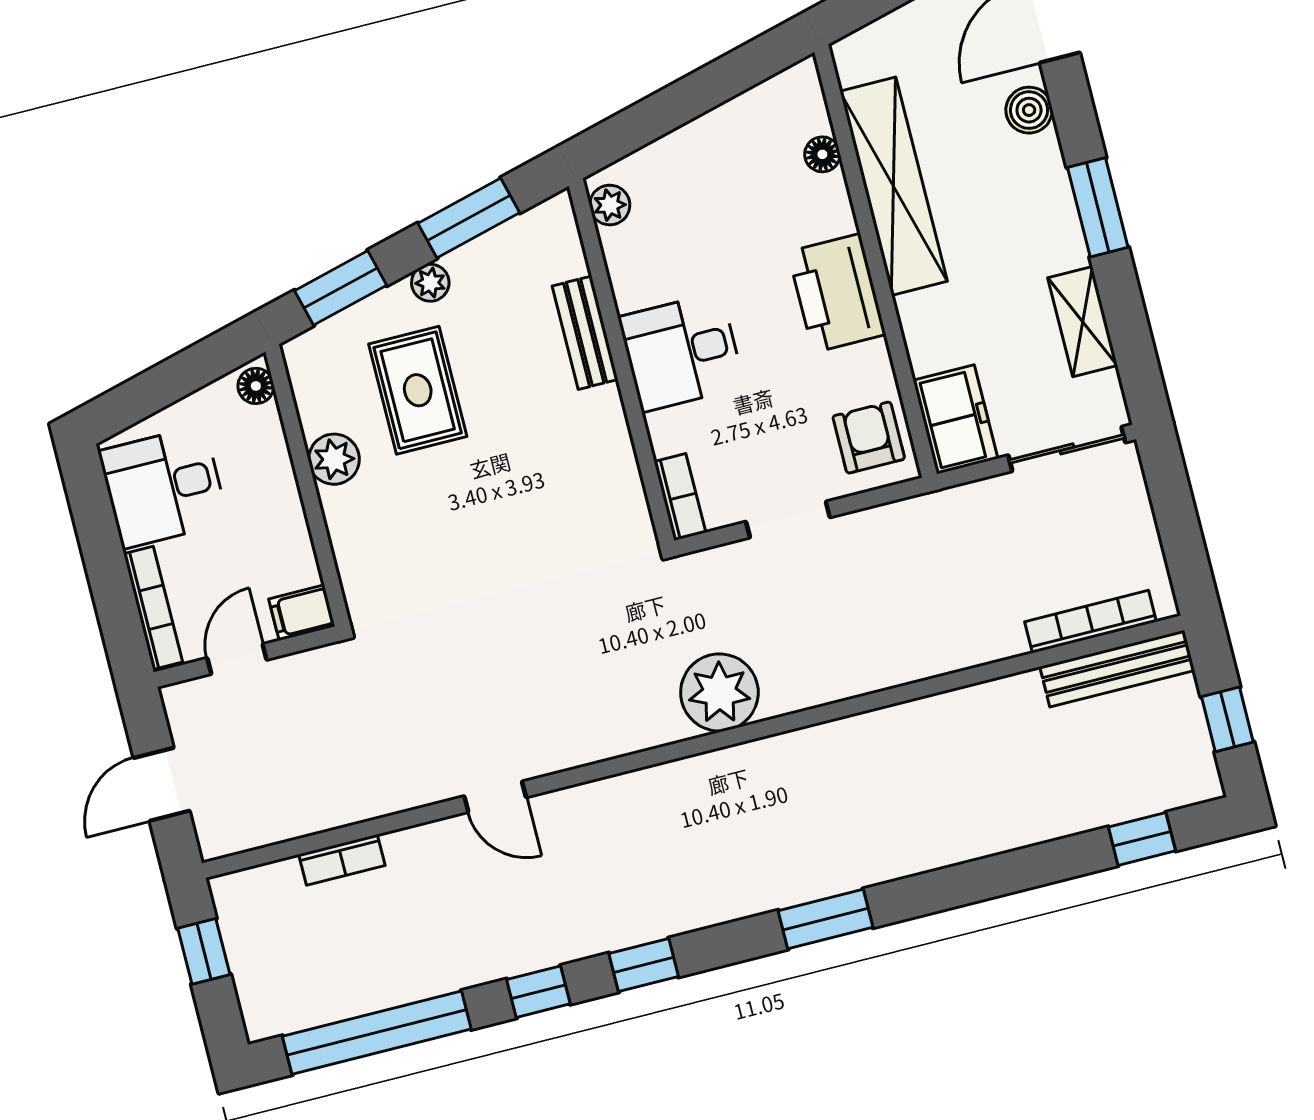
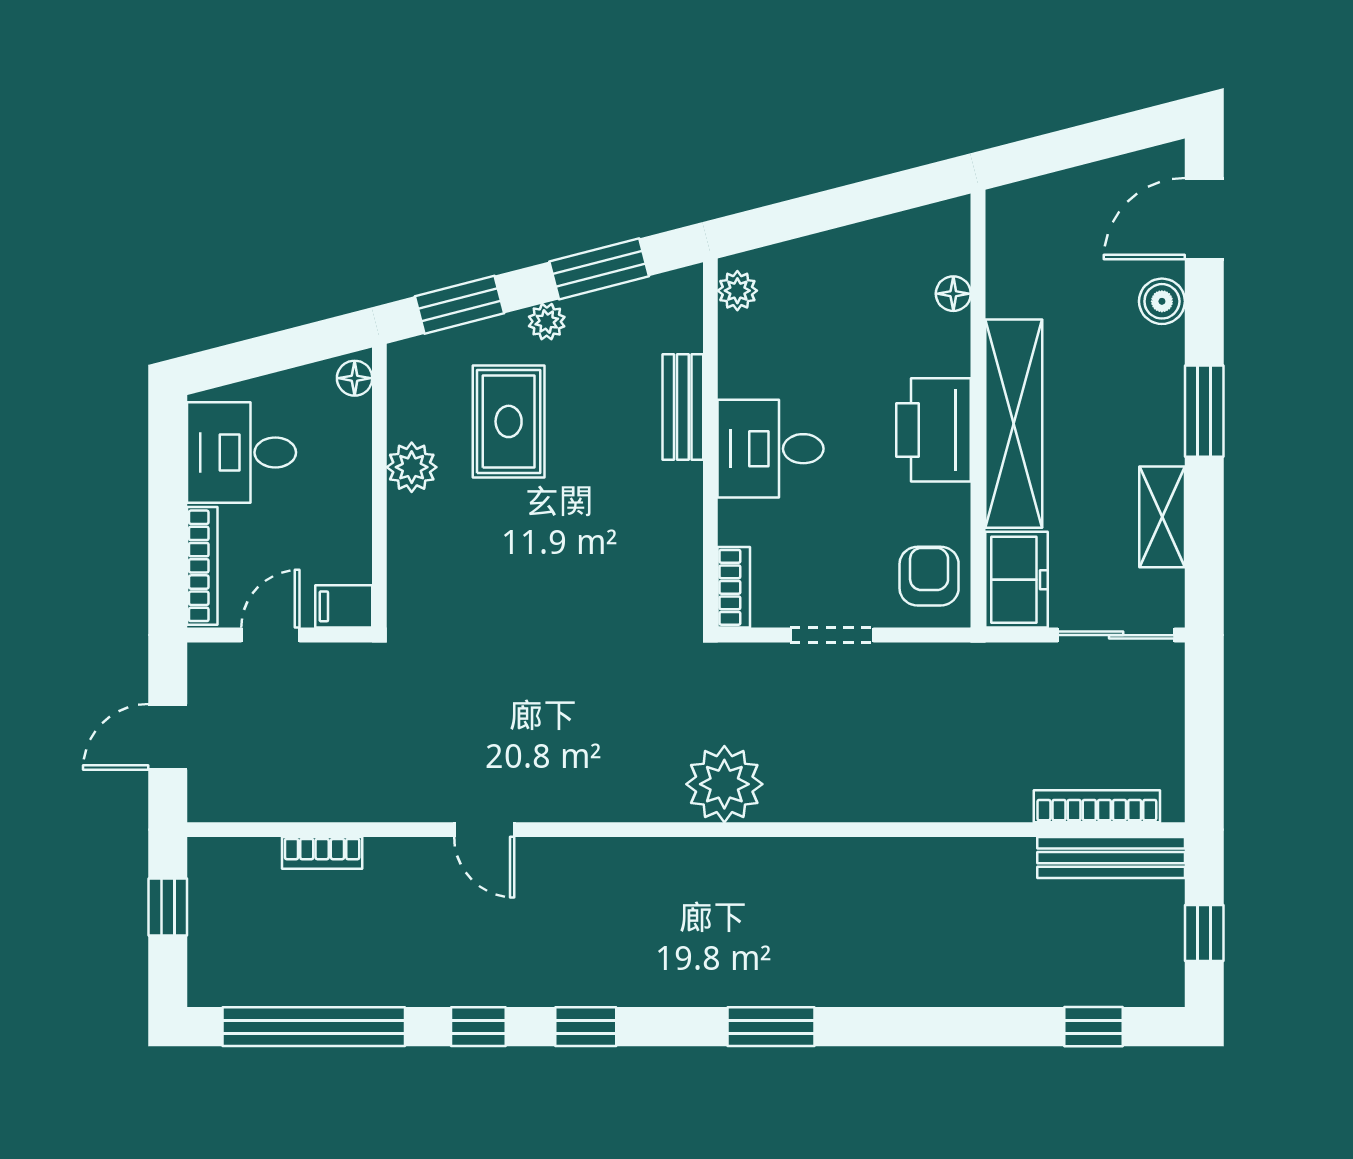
shelving: (894, 186) -> (1014, 424), moved

